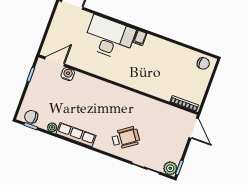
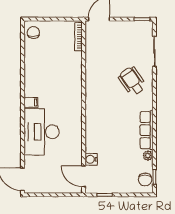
plant: (170, 168) -> (146, 28), removed

